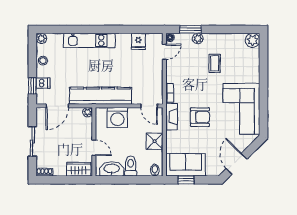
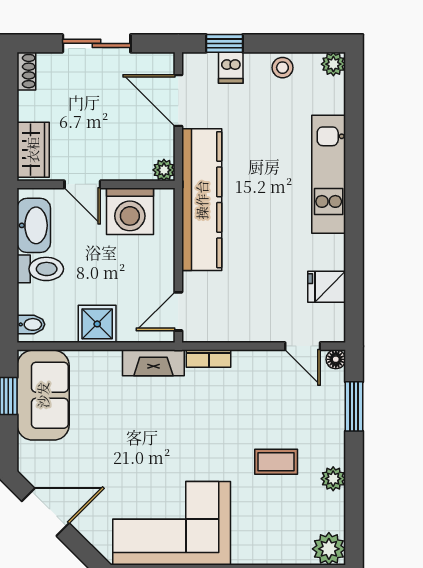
plant: (198, 38) -> (333, 479), moved
armchair: (200, 117) -> (153, 428), removed
washing machine: (117, 118) -> (130, 211), moved, turned -90
door: (94, 148) -> (82, 184), hinge flipped

